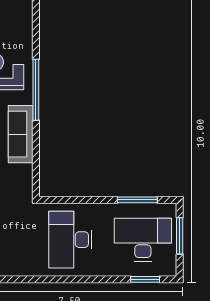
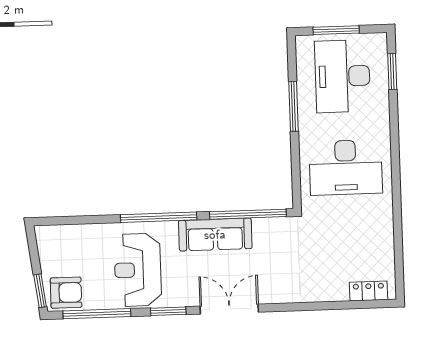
window: (36, 161) -> (248, 214), added
window: (137, 200) -> (294, 106), moved

